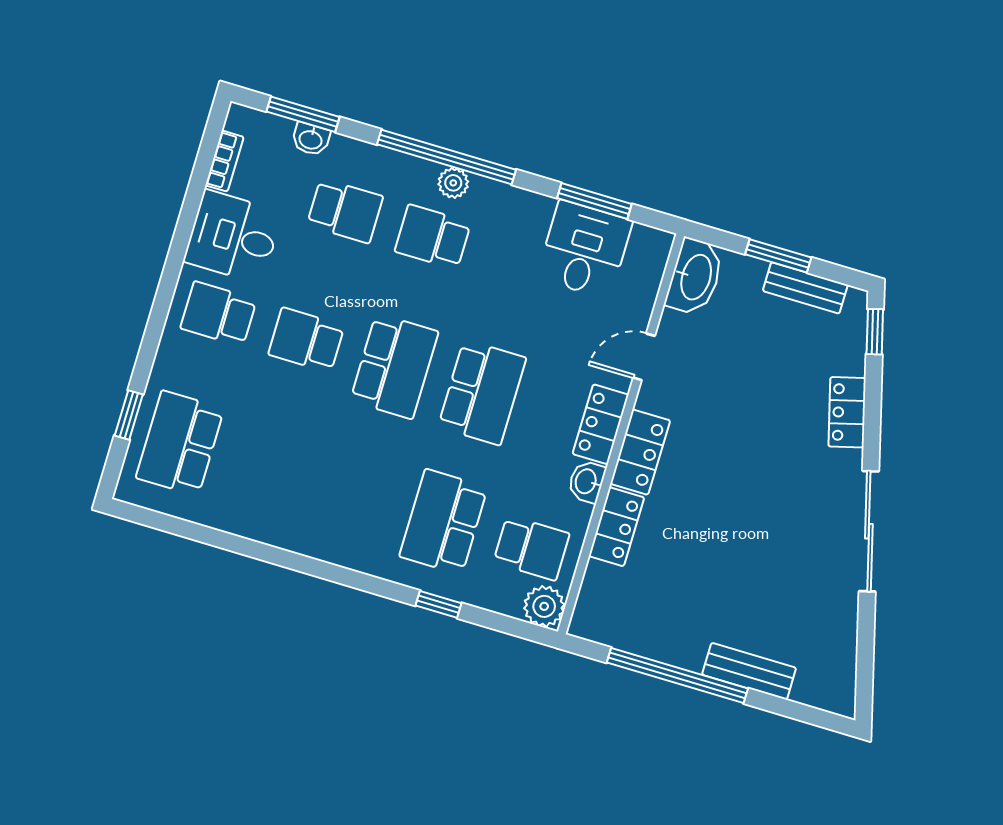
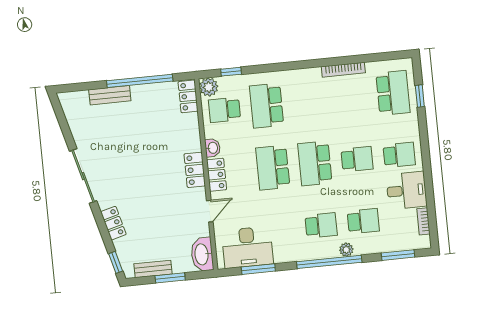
washbasin: (311, 139) -> (390, 246), removed
plant: (453, 183) -> (346, 250), moved
school desk: (345, 211) -> (363, 221), turned 180
desk: (584, 250) -> (247, 247), width x1.37
school desk: (444, 522) -> (267, 106), turned 180
locker: (616, 527) -> (188, 96), moved
bookcase: (260, 531) -> (343, 70), added
window: (439, 604) -> (231, 72), moved

